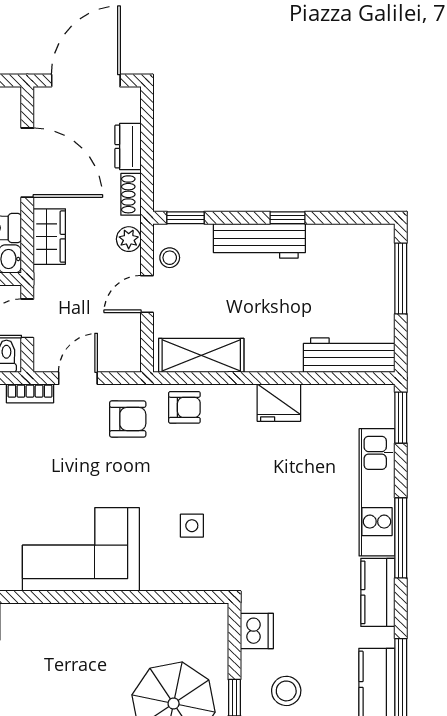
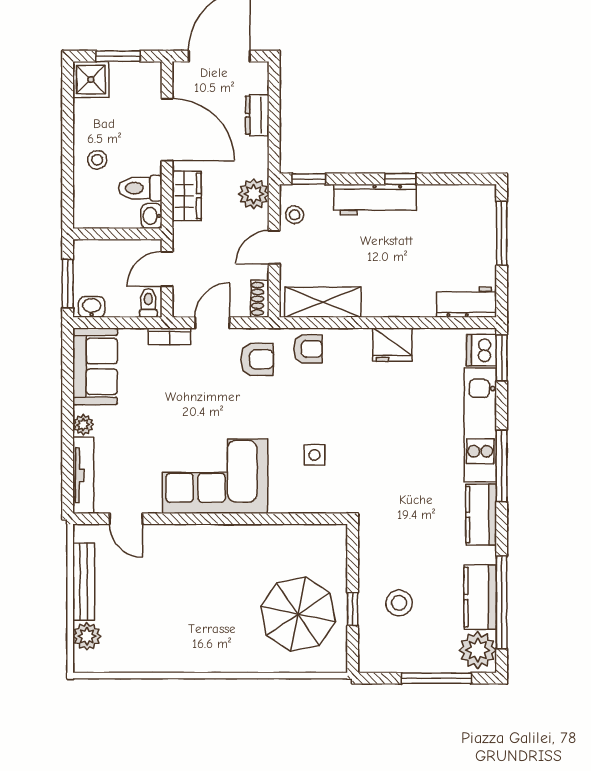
shoe rack: (131, 194) -> (260, 299), moved
plant: (129, 239) -> (254, 194), width x1.38, depth x1.38
workbench: (349, 355) -> (467, 302), width x0.73
dishwasher: (257, 631) -> (482, 350), moved, turned 180

